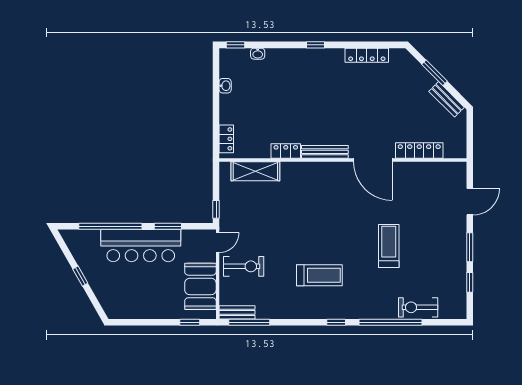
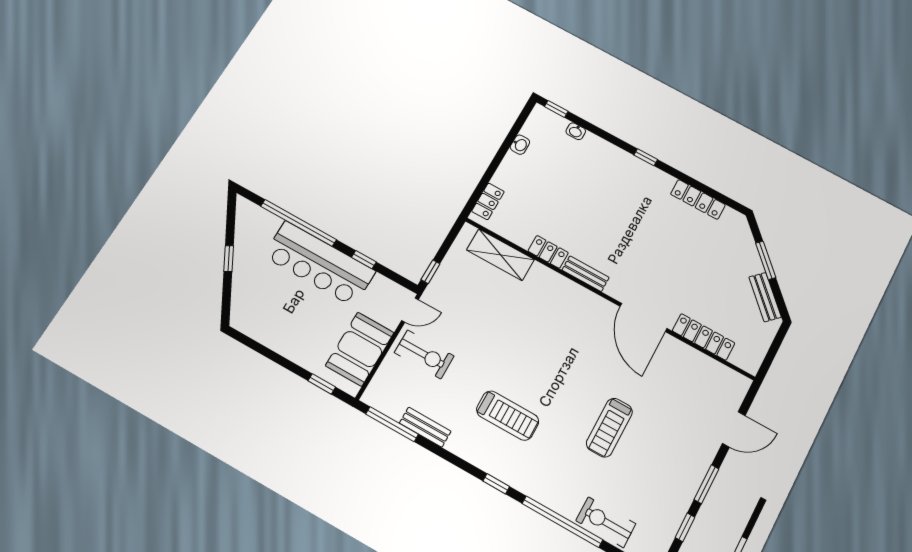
bench: (325, 152) -> (586, 274), width x0.73
window: (168, 226) -> (364, 260), width x0.67
treadmill: (389, 246) -> (609, 428), turned 180
bench: (237, 312) -> (425, 427), moved

